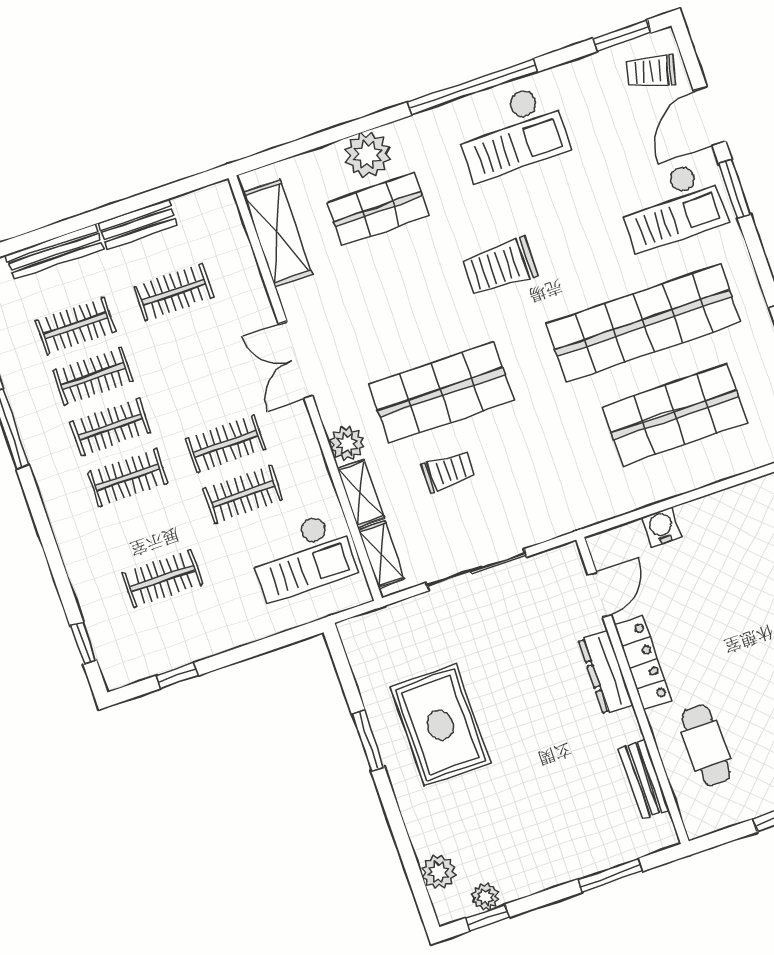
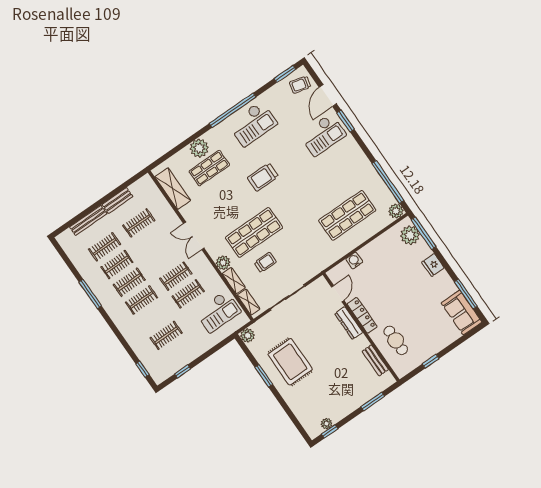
shop shelf: (643, 323) -> (325, 183), removed
plant: (439, 872) -> (248, 335), moved

